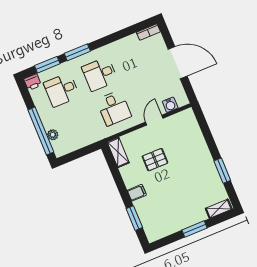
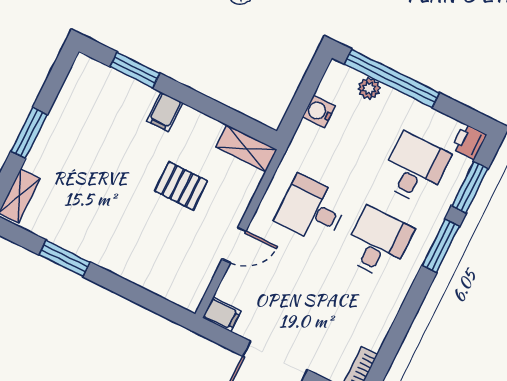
filing cabinet: (182, 98) -> (222, 314), added
water cooler: (170, 105) -> (319, 111), moved
door: (154, 120) -> (234, 245), hinge flipped
pallet: (155, 160) -> (181, 186), turned 90

